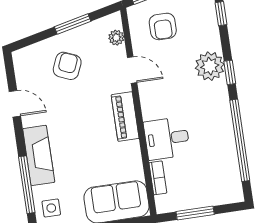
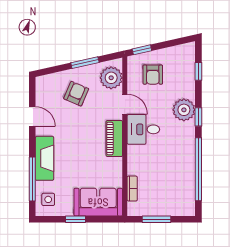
plant: (116, 38) -> (111, 78), width x1.88, depth x1.88
desk: (167, 138) -> (143, 129), moved

